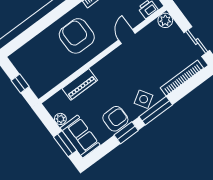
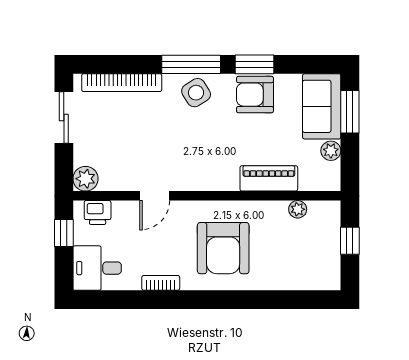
plant: (55, 80) -> (298, 209), added

